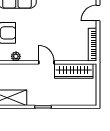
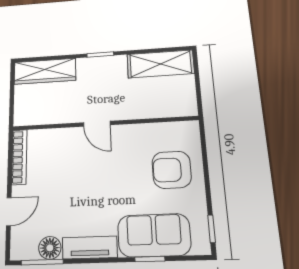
plant: (16, 56) -> (150, 131), removed
wardrobe: (74, 71) -> (45, 71), moved, turned 180

